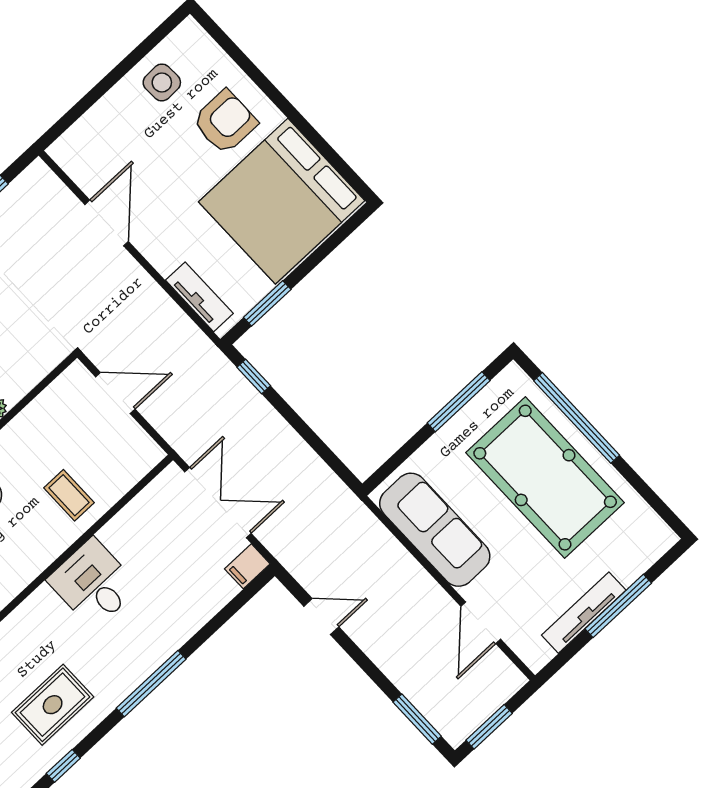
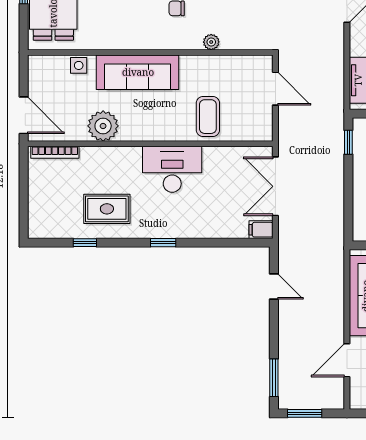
coffee table: (69, 495) -> (208, 117), width x1.36, depth x1.30
double door: (218, 503) -> (275, 186), swing flipped
desk: (93, 583) -> (172, 169), width x1.37
window: (151, 684) -> (163, 243), width x0.46

